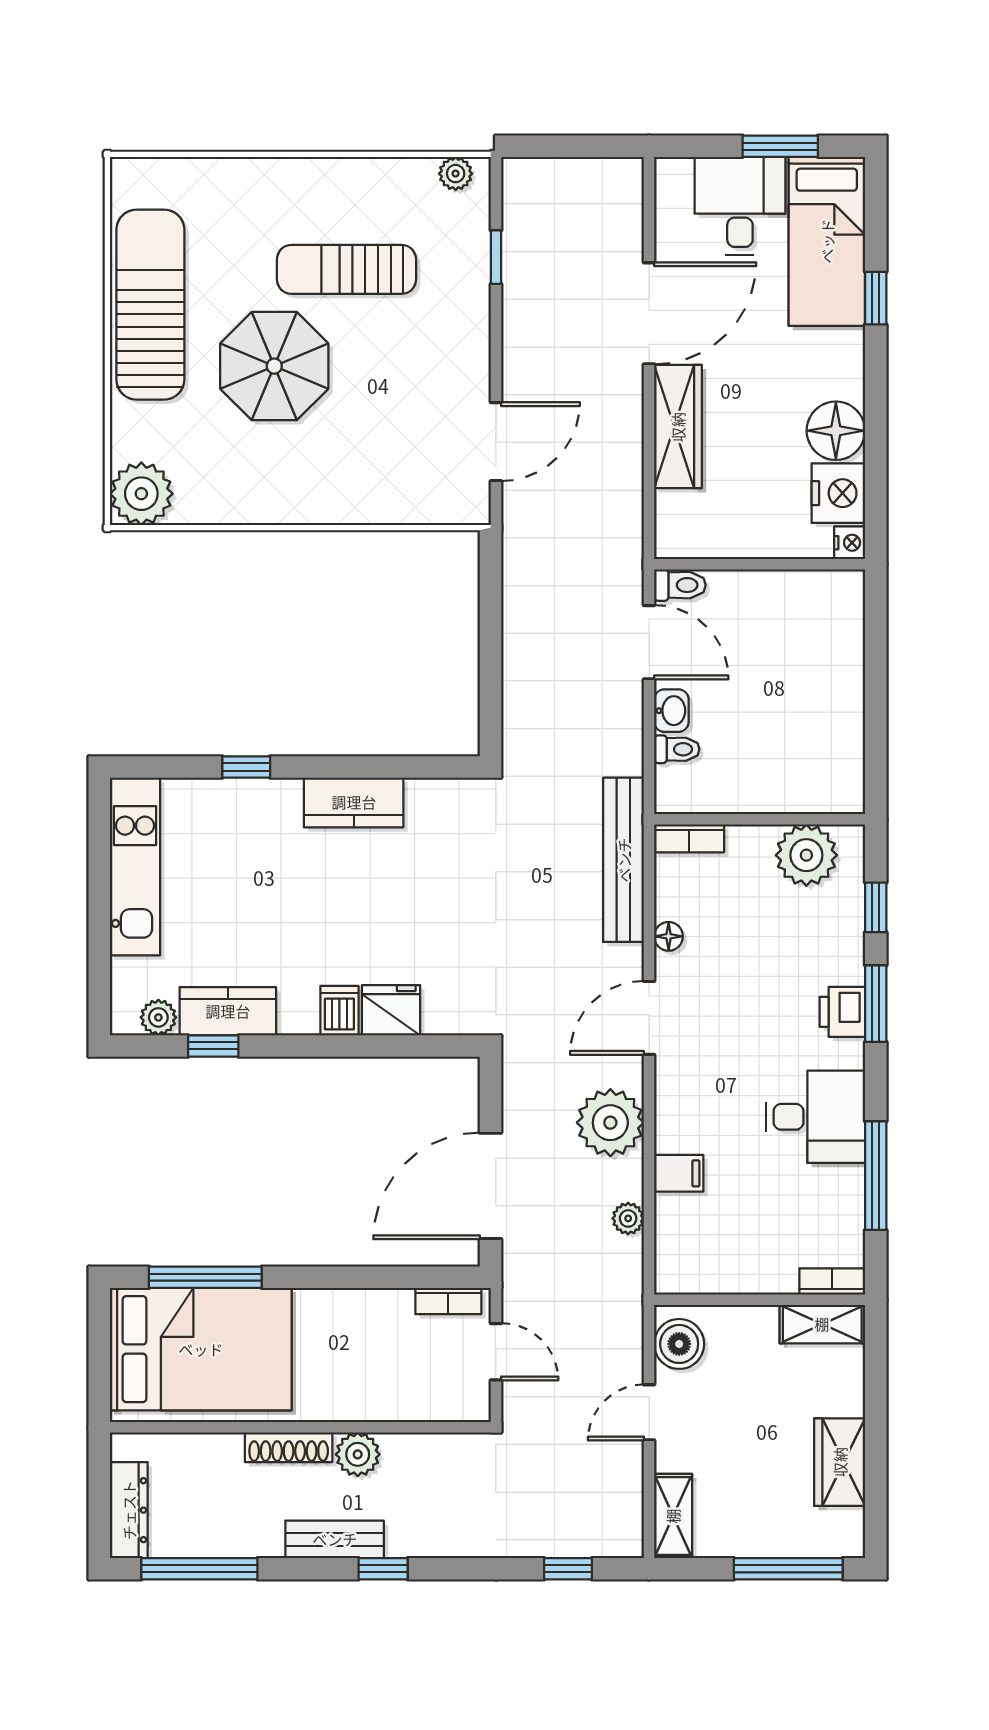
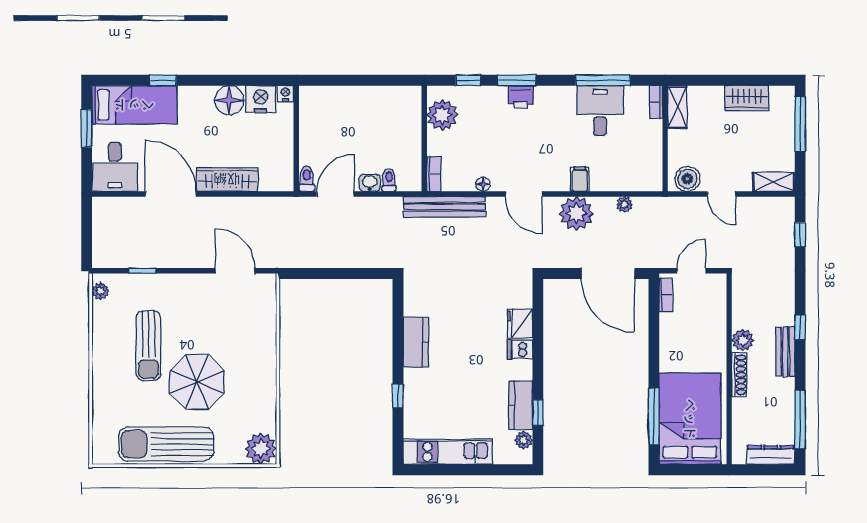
desk: (740, 206) -> (115, 167), moved, turned -90
desk: (815, 1117) -> (600, 111), moved
filing cabinet: (679, 1173) -> (580, 179), moved

